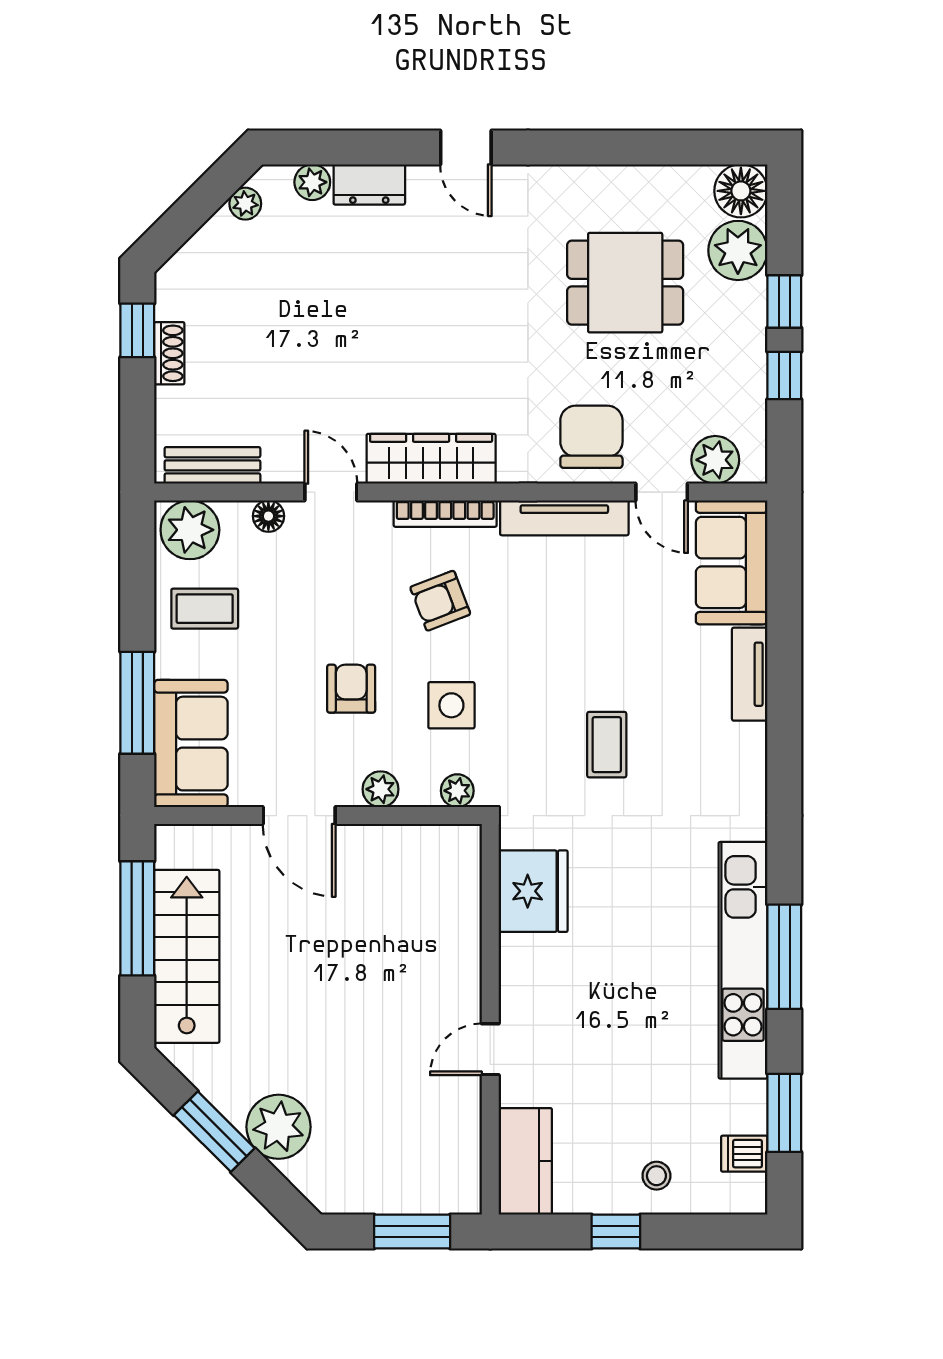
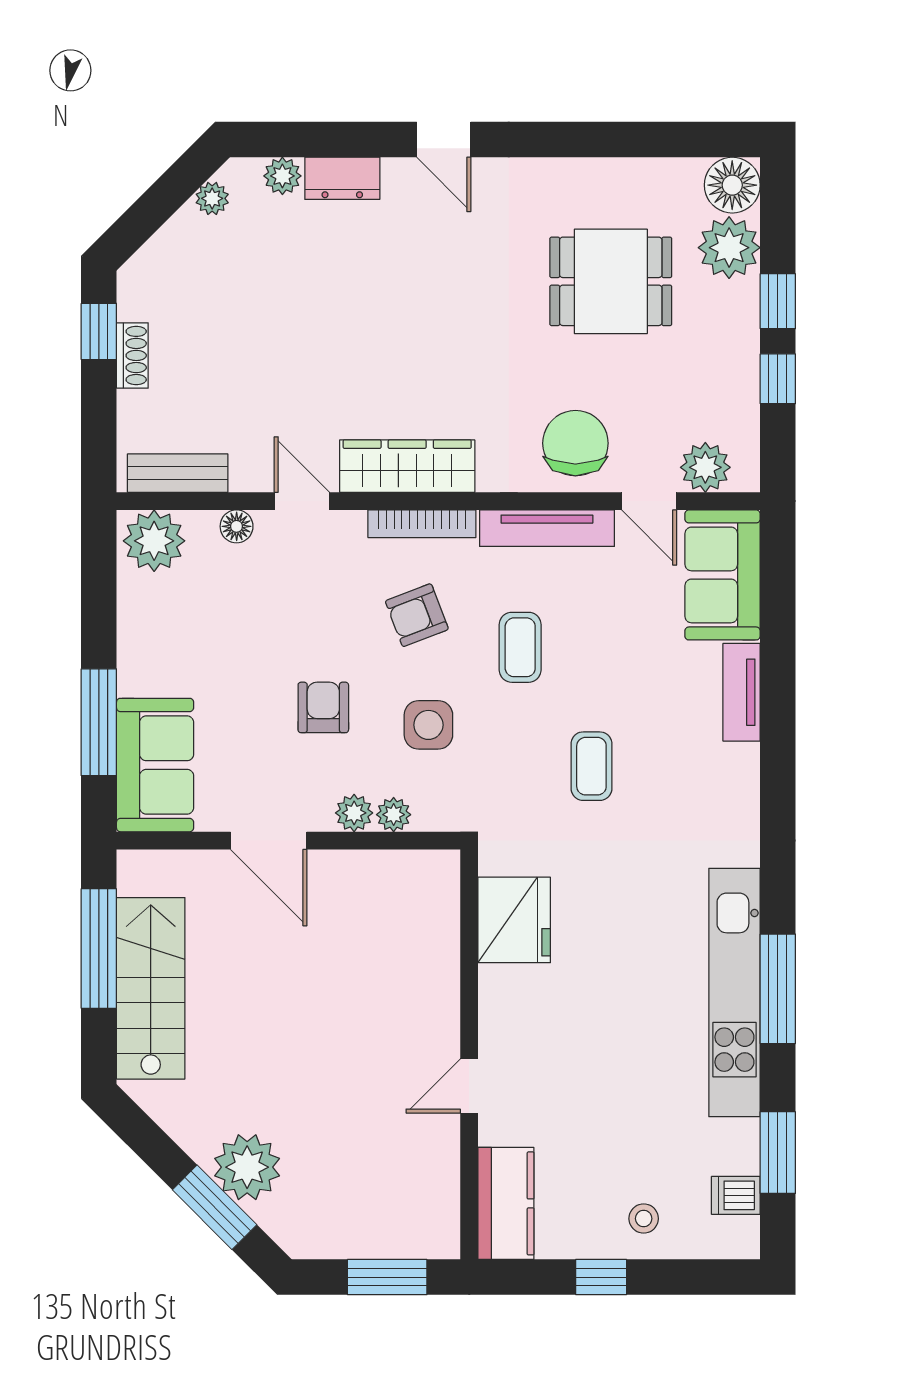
coffee table: (205, 609) -> (520, 647), moved, turned 90
plant: (457, 791) -> (394, 815), moved
window: (214, 1132) -> (215, 1207), moved

